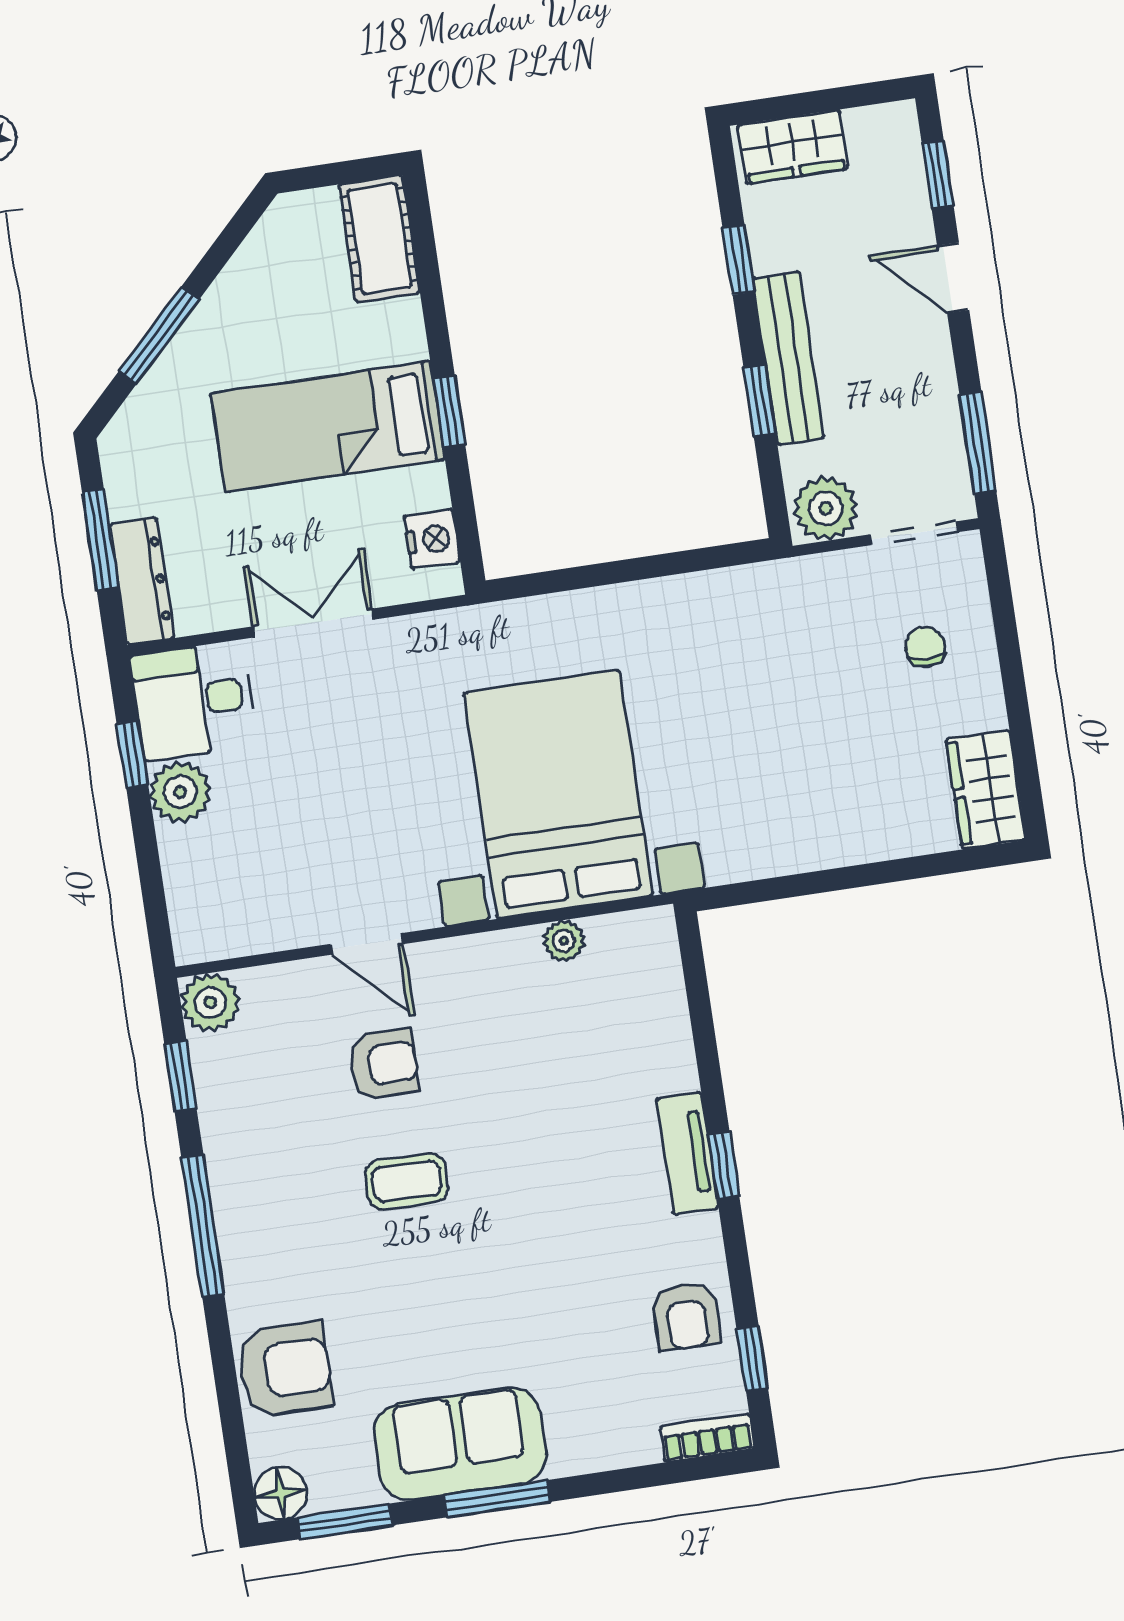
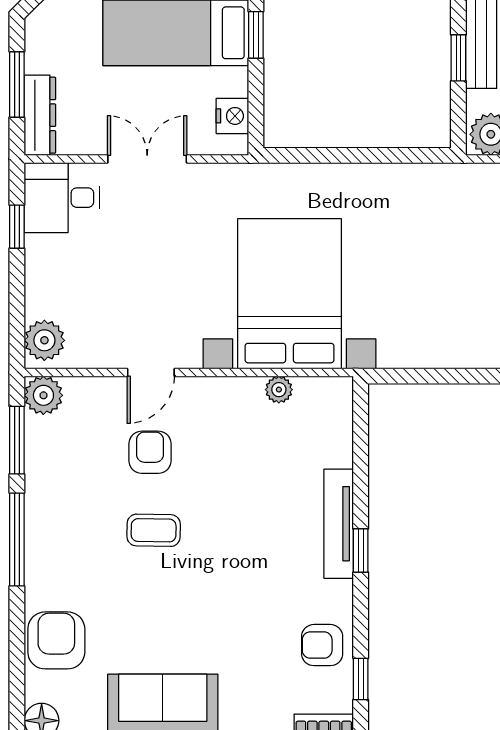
plant: (180, 792) -> (44, 340), moved
door: (367, 944) -> (151, 372), hinge flipped
armchair: (384, 1064) -> (150, 452), turned -90
window: (180, 1076) -> (17, 440), width x1.50
tv unit: (688, 1153) -> (339, 524), width x1.41
armchair: (686, 1316) -> (322, 645), turned 90
armchair: (285, 1369) -> (56, 640), turned -90

